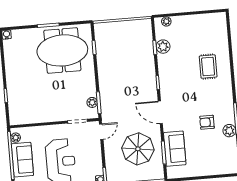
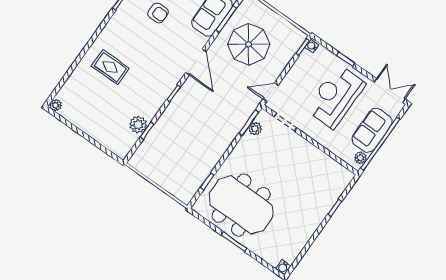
plant: (166, 21) -> (56, 105), moved
rug: (208, 67) -> (110, 67), turned 90

